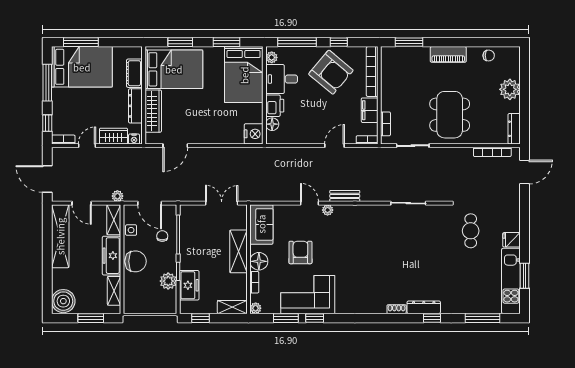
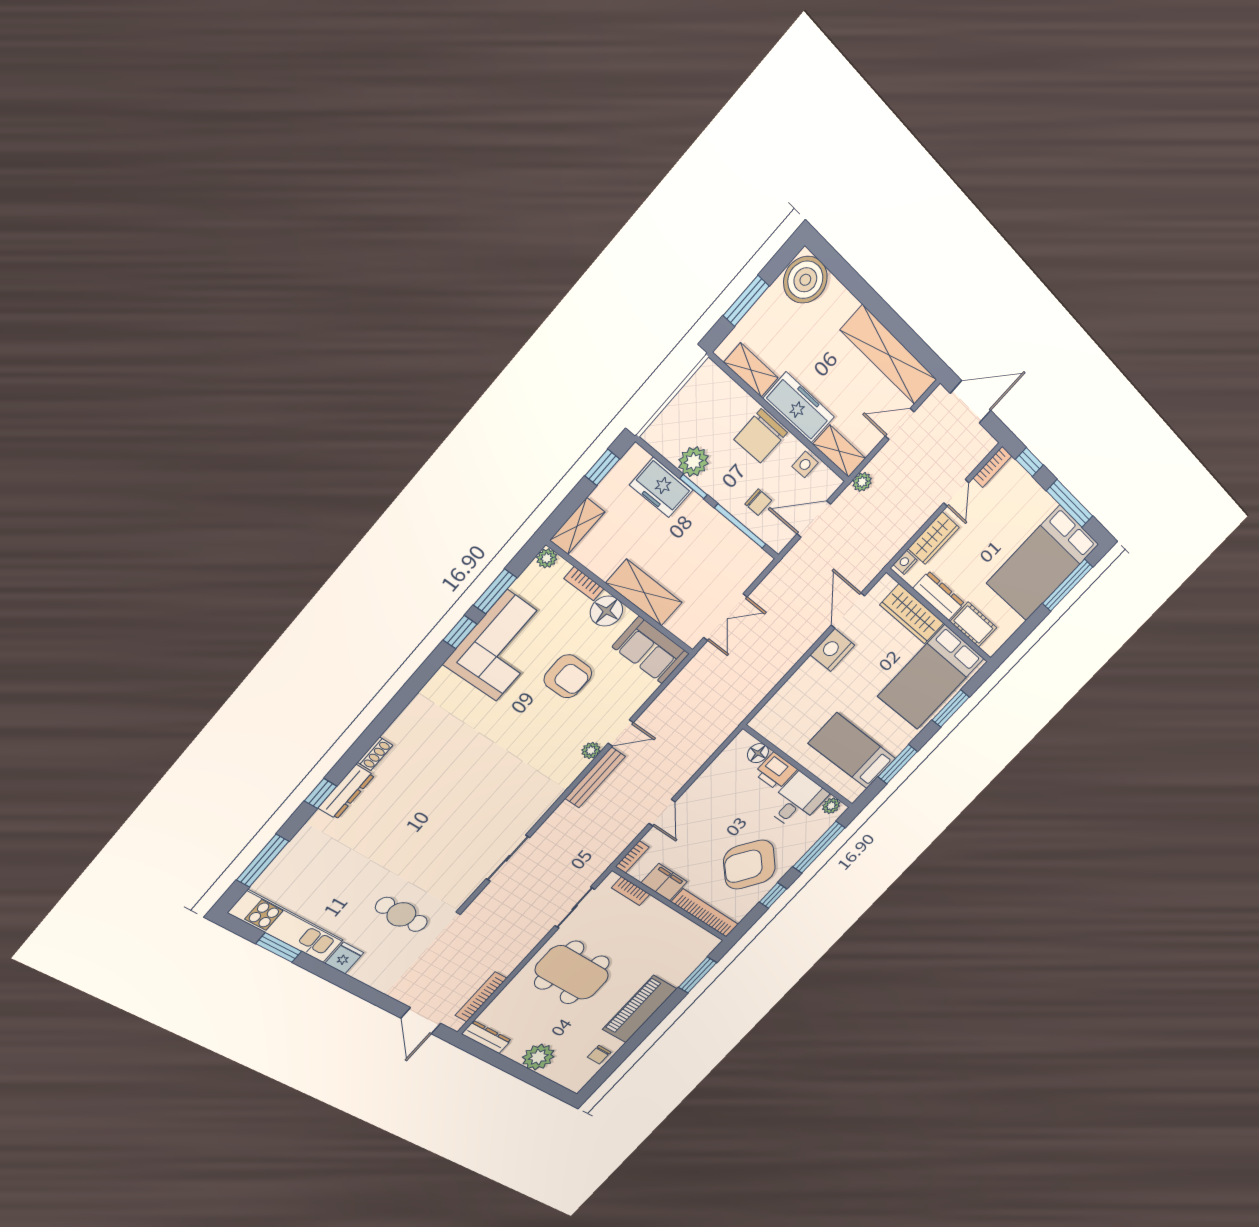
piano: (448, 54) -> (640, 1009), width x1.37, depth x1.33
bed: (244, 75) -> (852, 751), width x0.67
nightstand: (254, 134) -> (833, 650), moved, turned 90
bench: (345, 196) -> (595, 777), width x1.36

